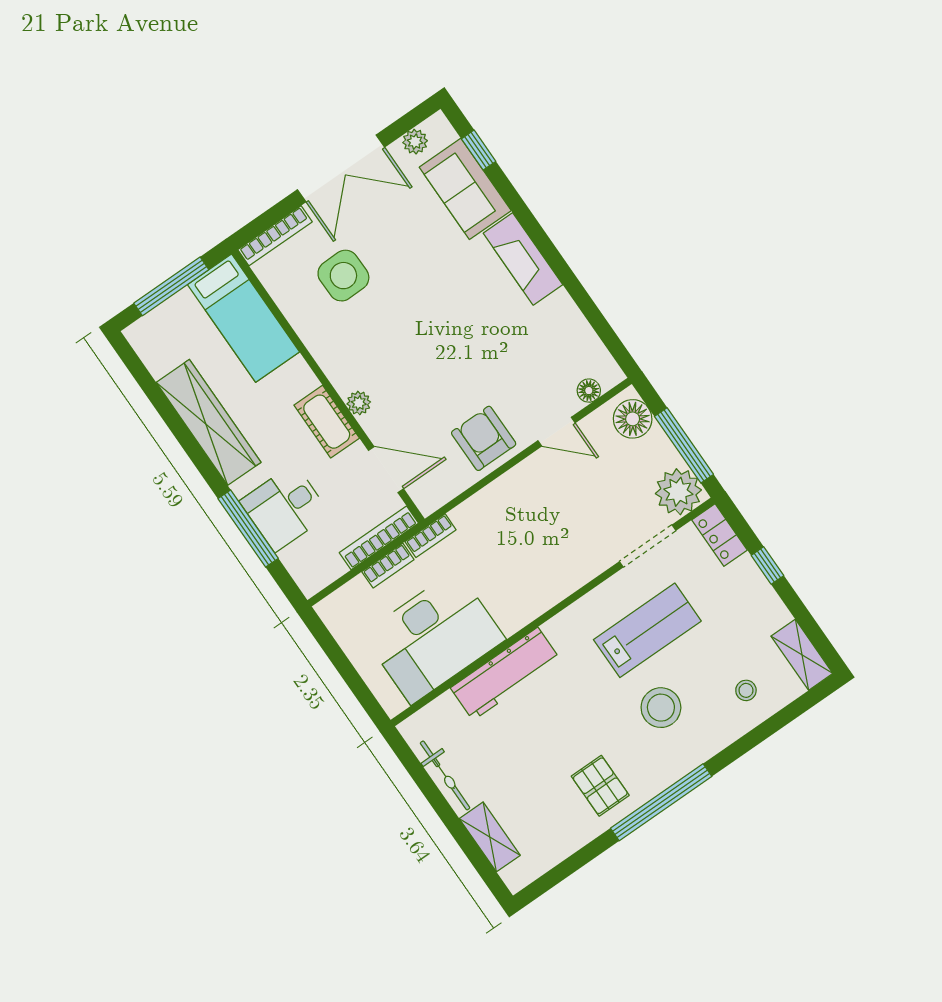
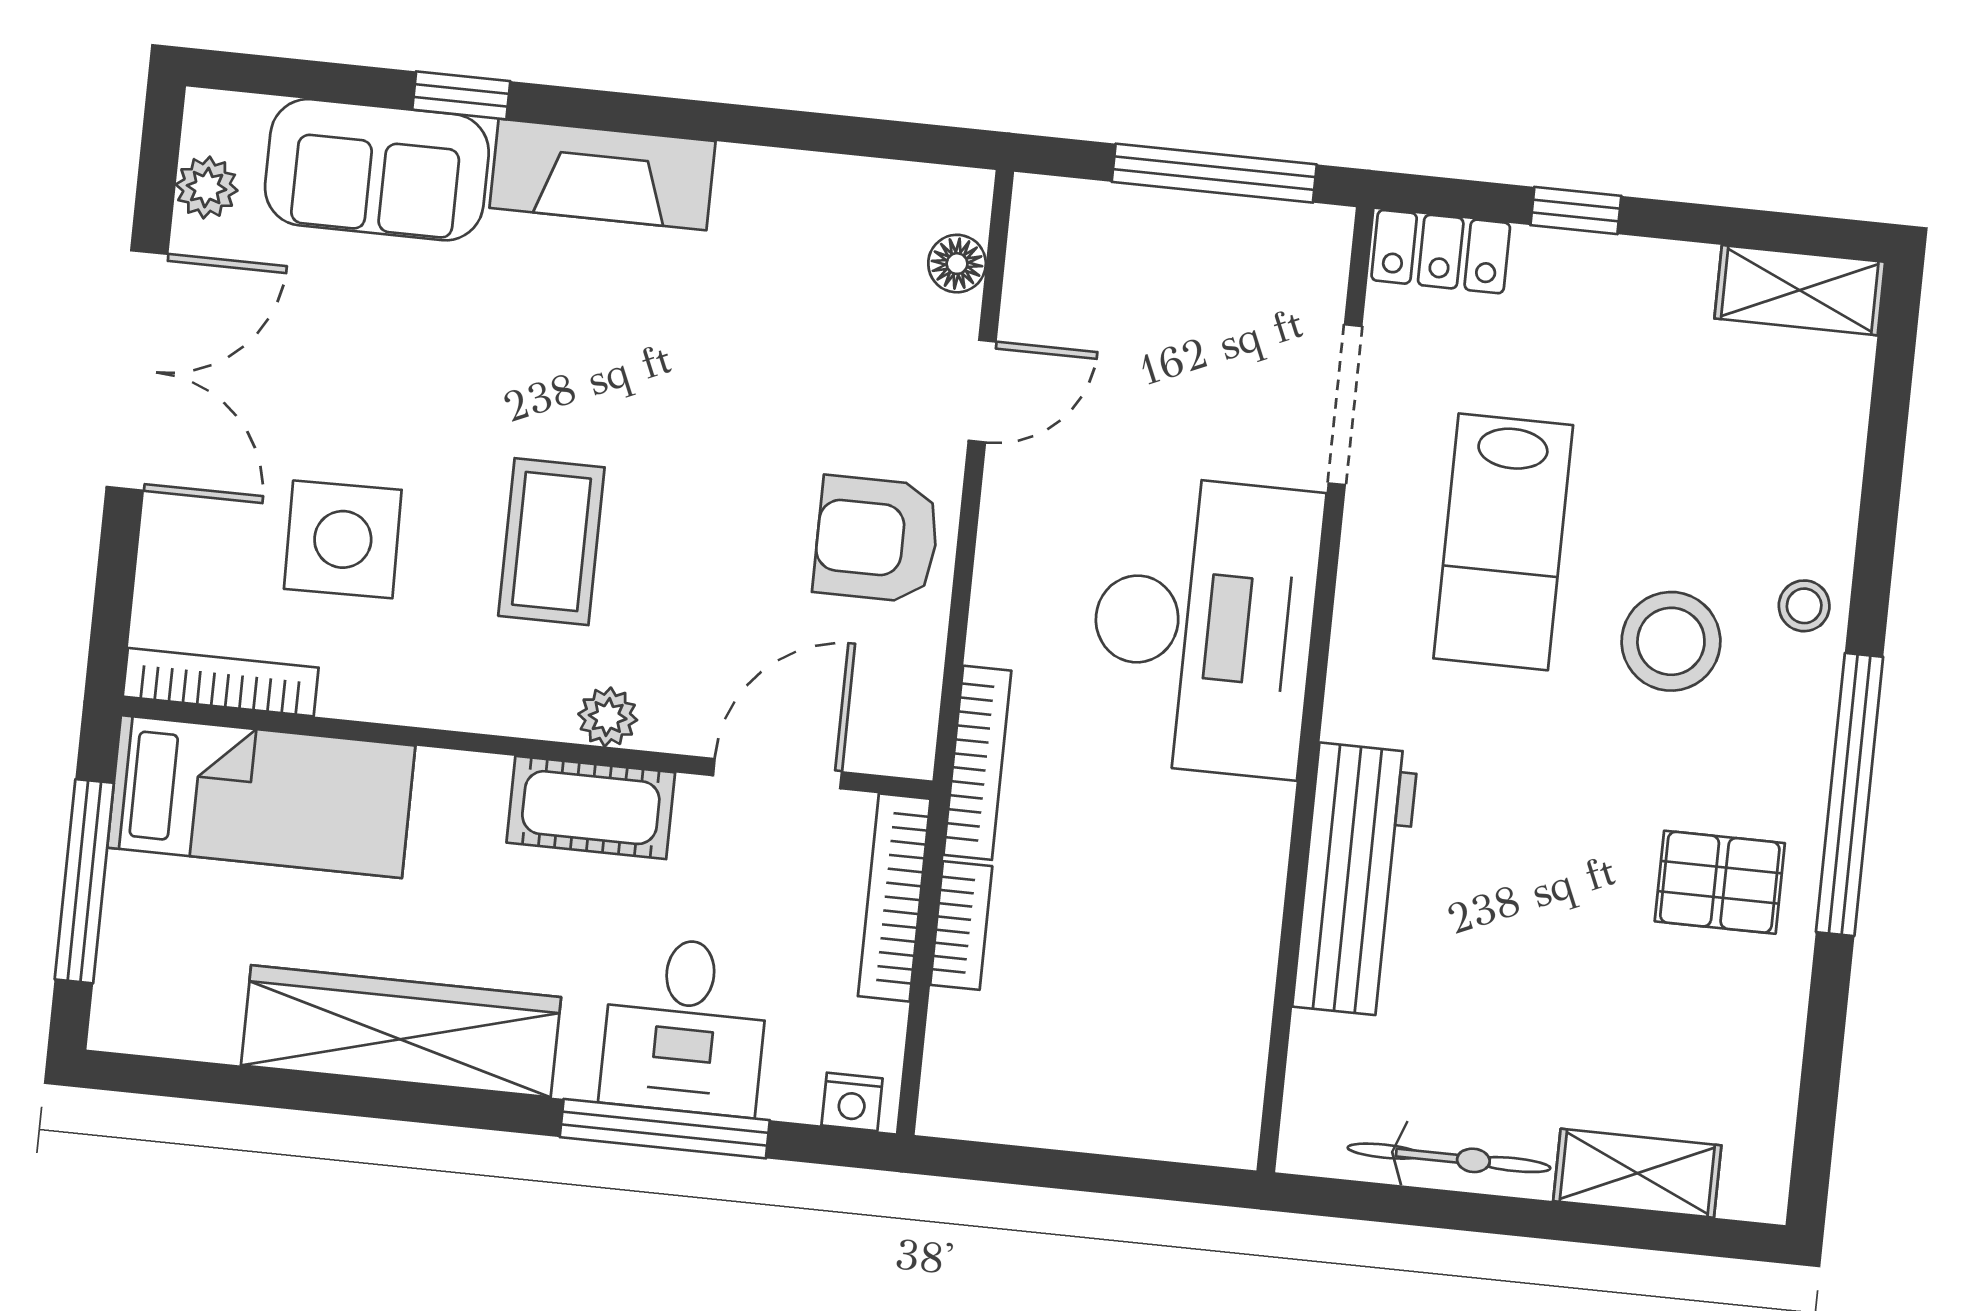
window: (479, 150) -> (461, 95), moved
bookcase: (275, 236) -> (221, 682), moved, turned -90
coffee table: (398, 340) -> (551, 542), added
floor lamp: (633, 419) -> (1081, 227), removed
plant: (678, 492) -> (1293, 259), removed
bookcase: (431, 536) -> (977, 763), width x1.56
nightstand: (305, 579) -> (852, 1102), added
lab bench: (647, 630) -> (1503, 542), turned 180
desk: (434, 637) -> (1204, 626), moved
stool: (746, 690) -> (1804, 606), moved

